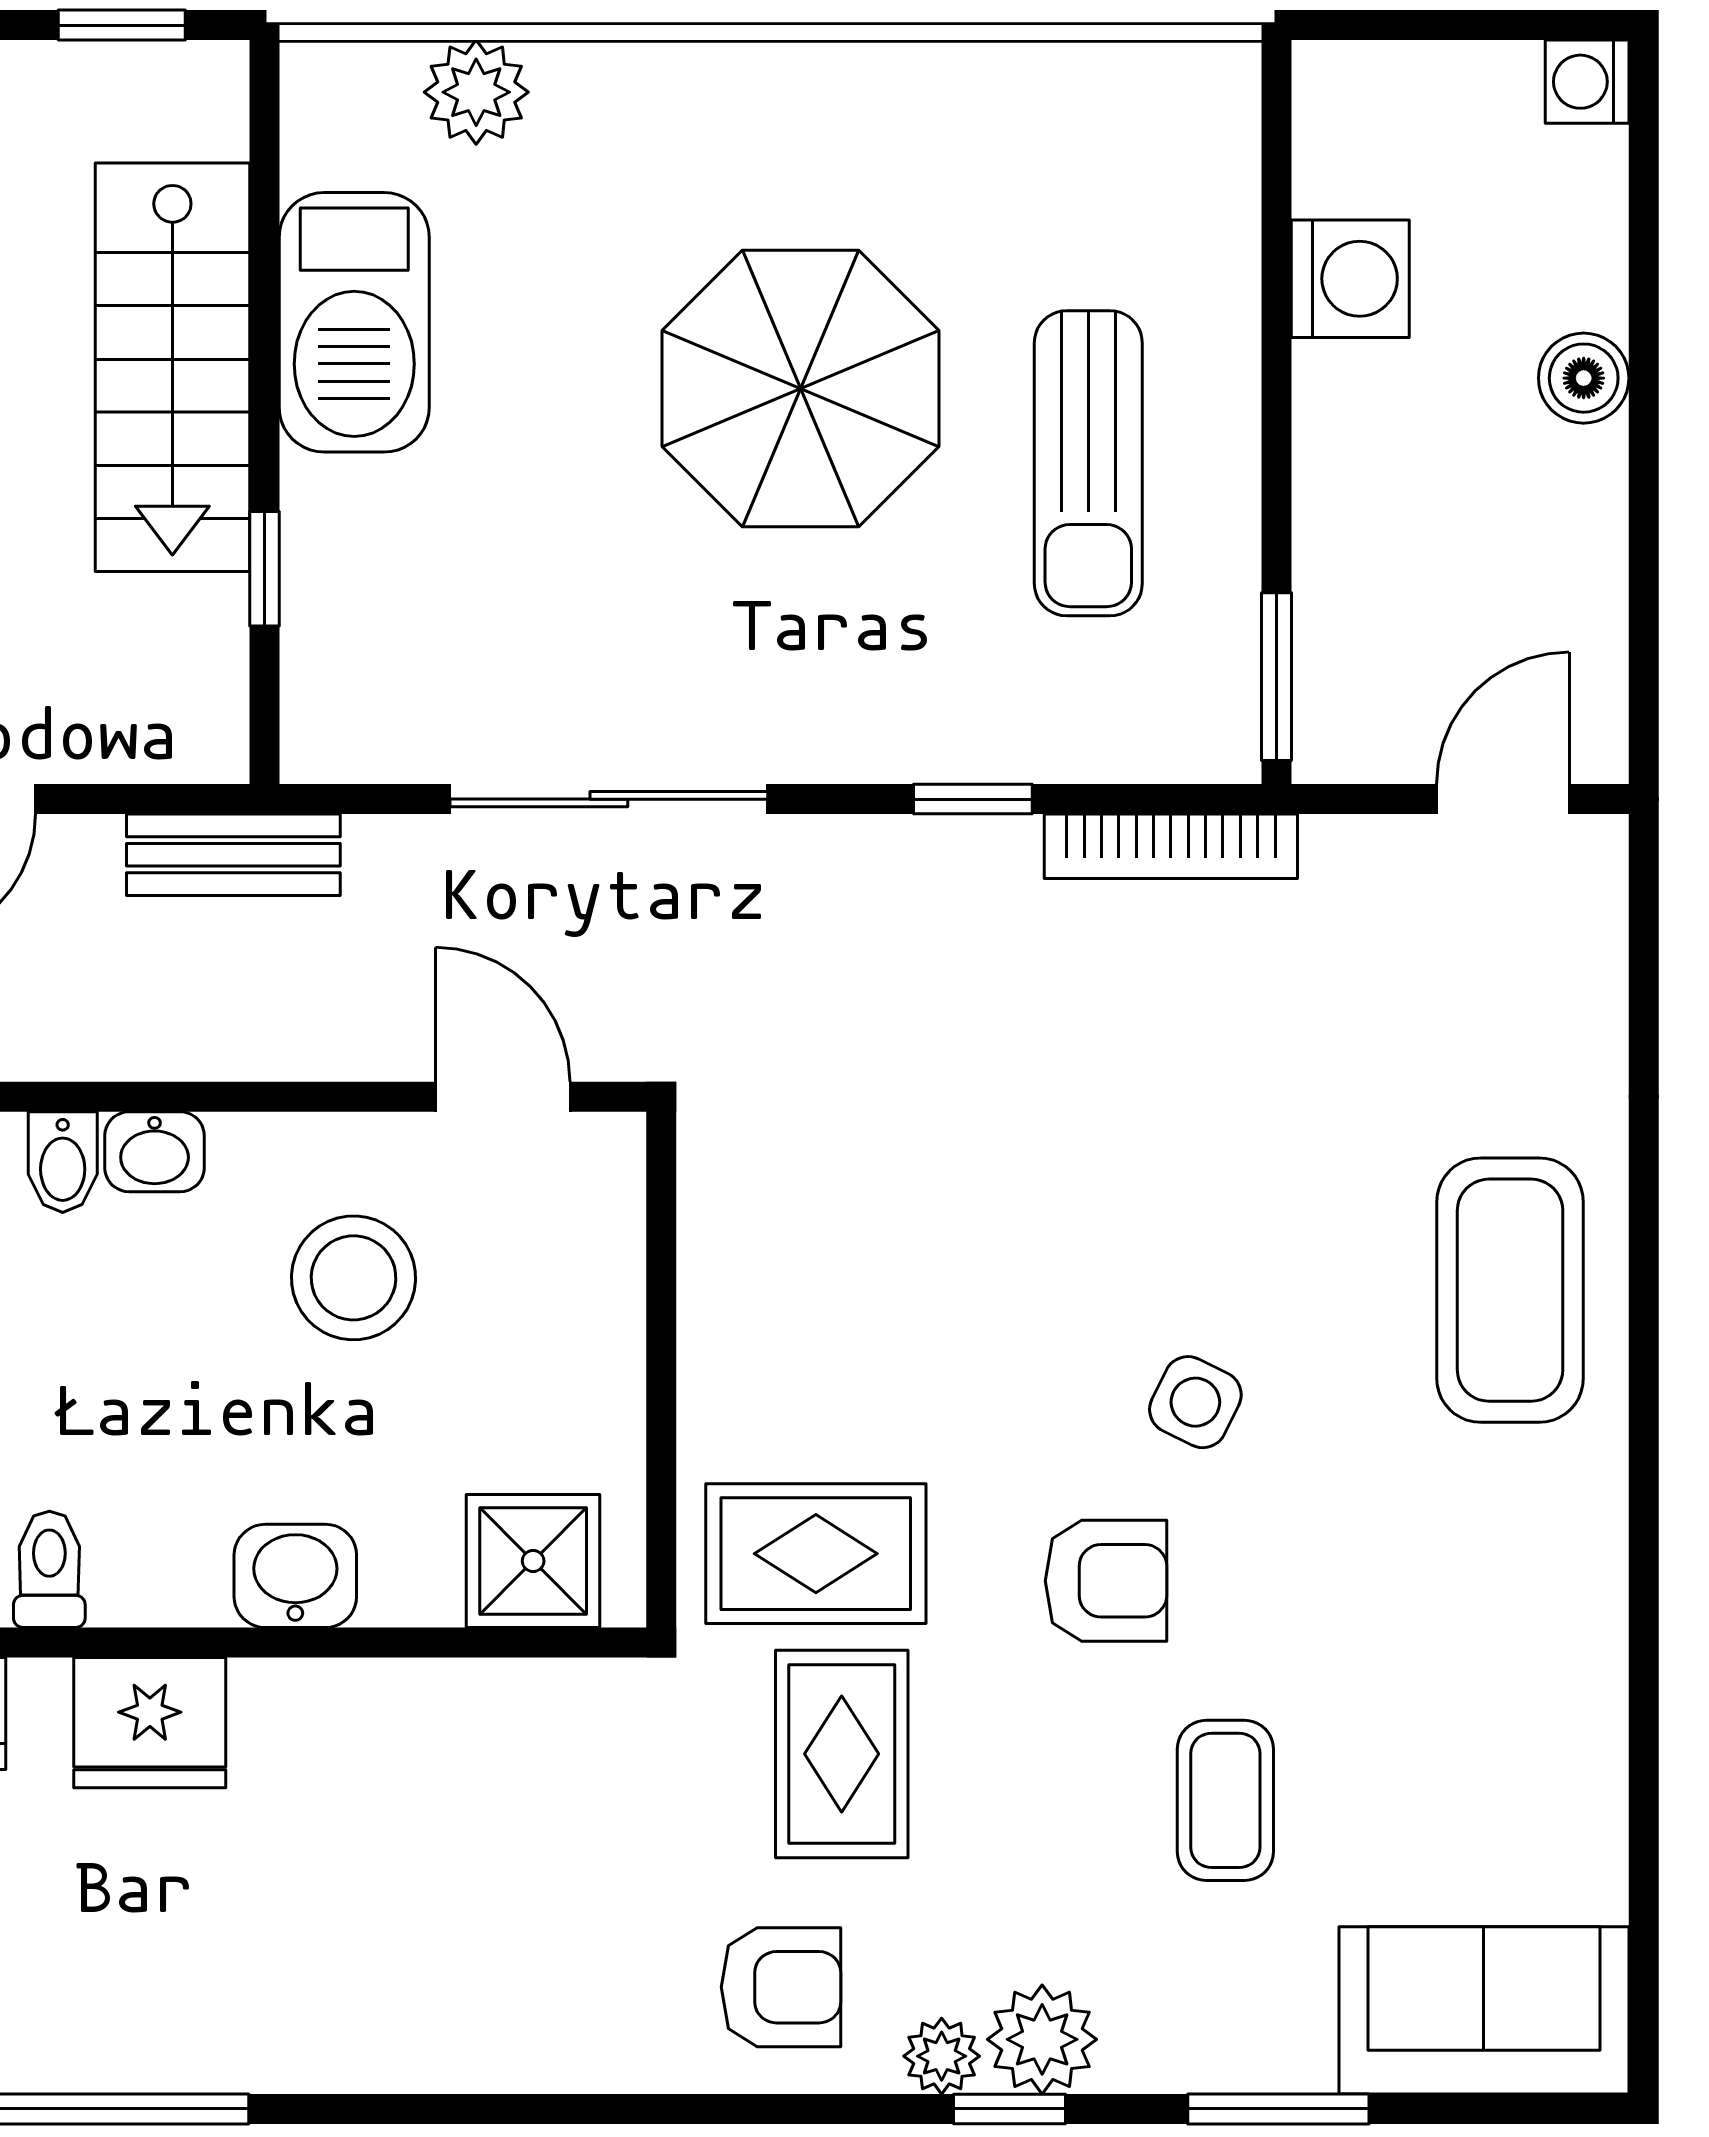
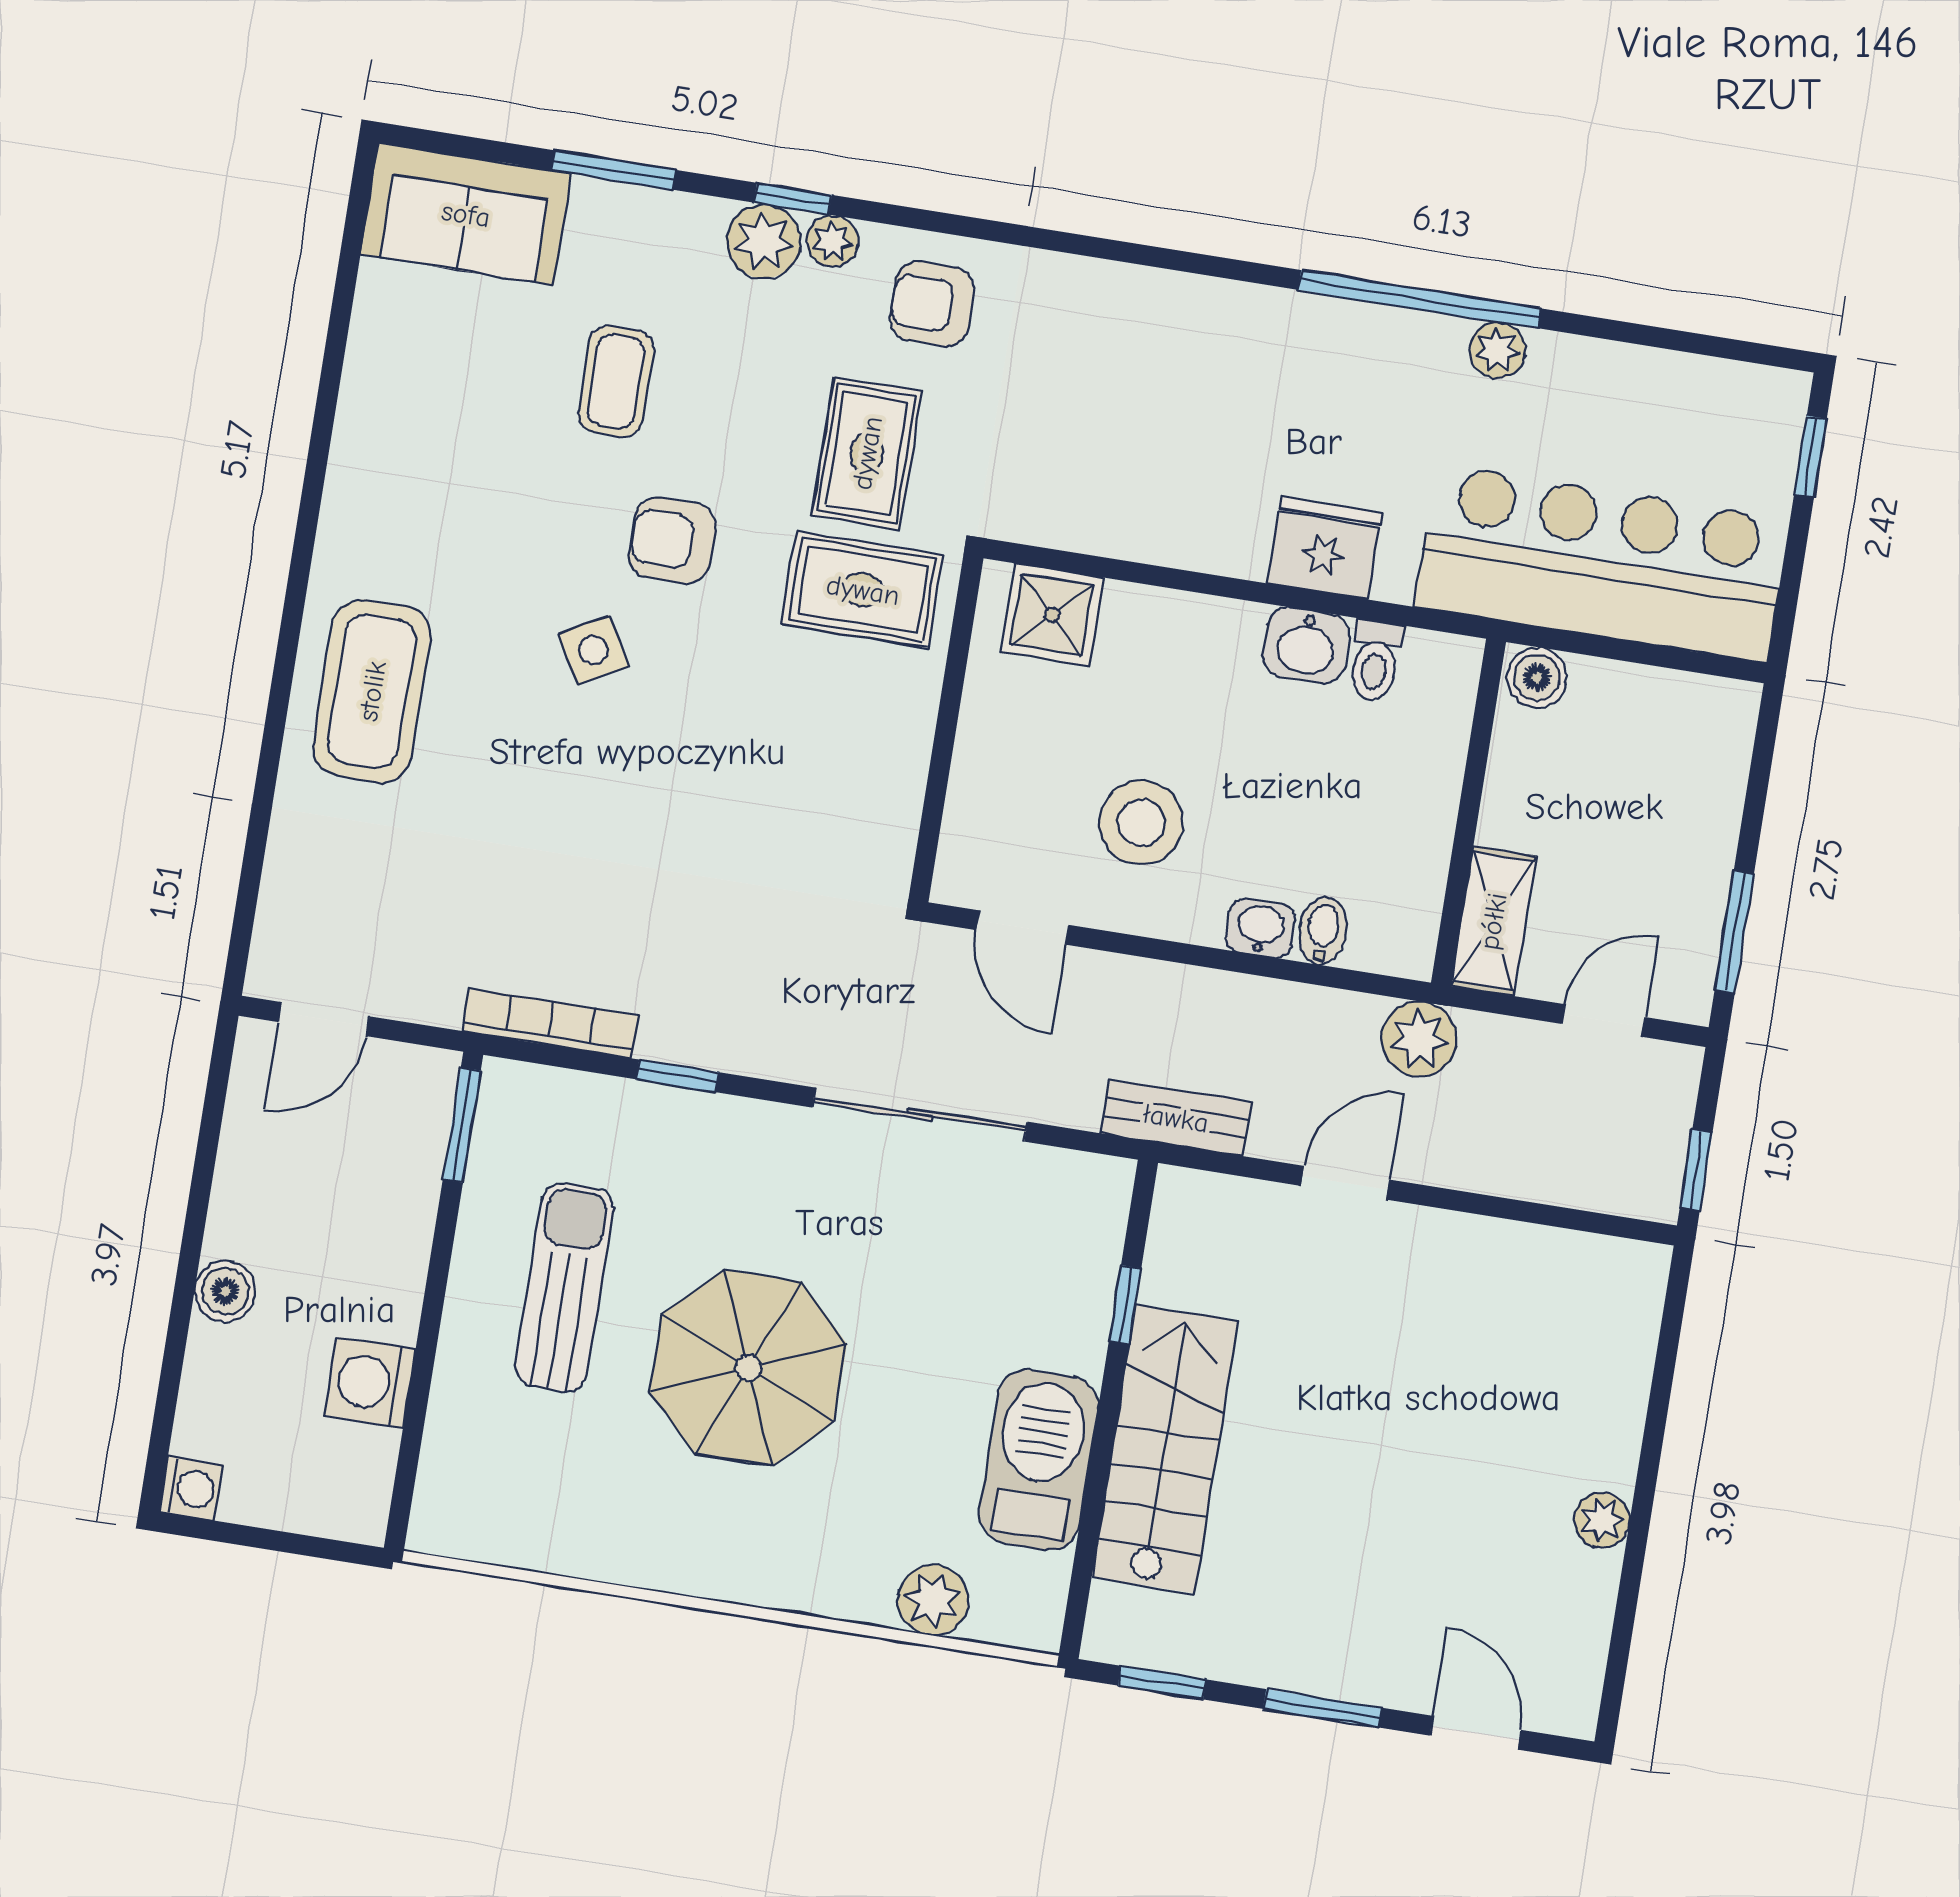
side table: (1195, 1402) -> (593, 650), turned 35
washbasin: (295, 1576) -> (1306, 645), moved

